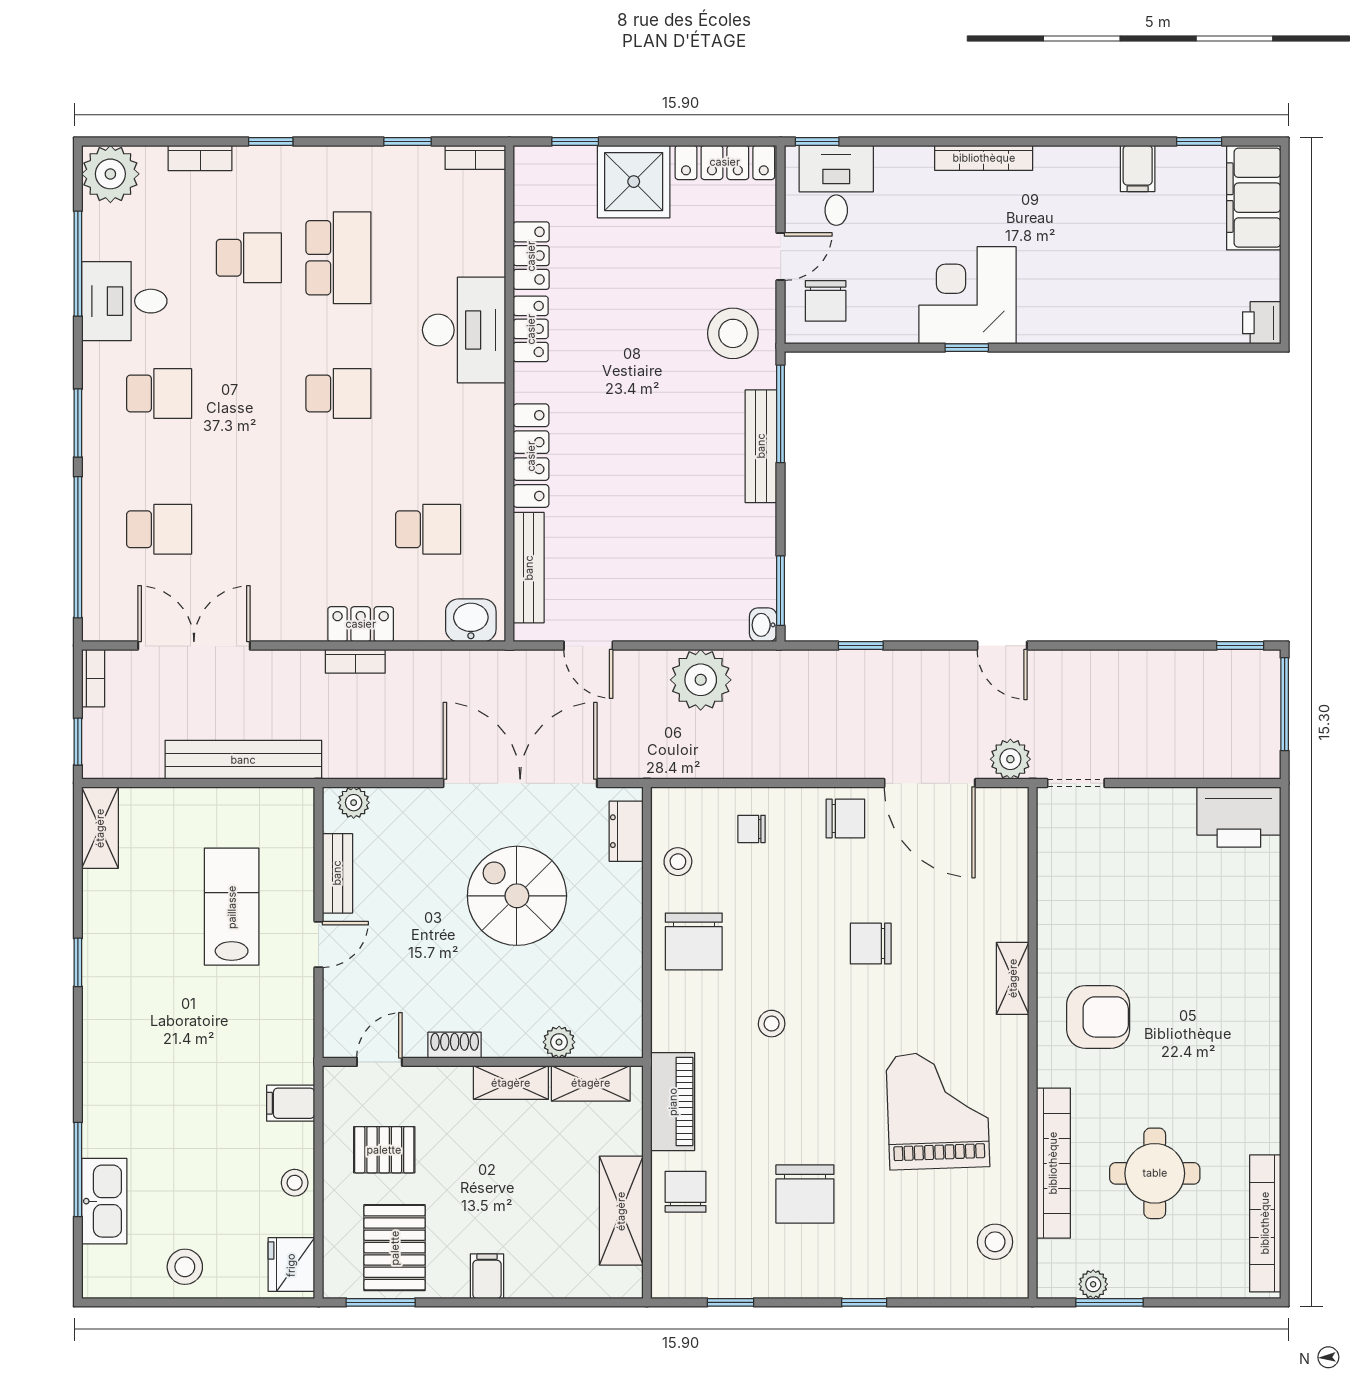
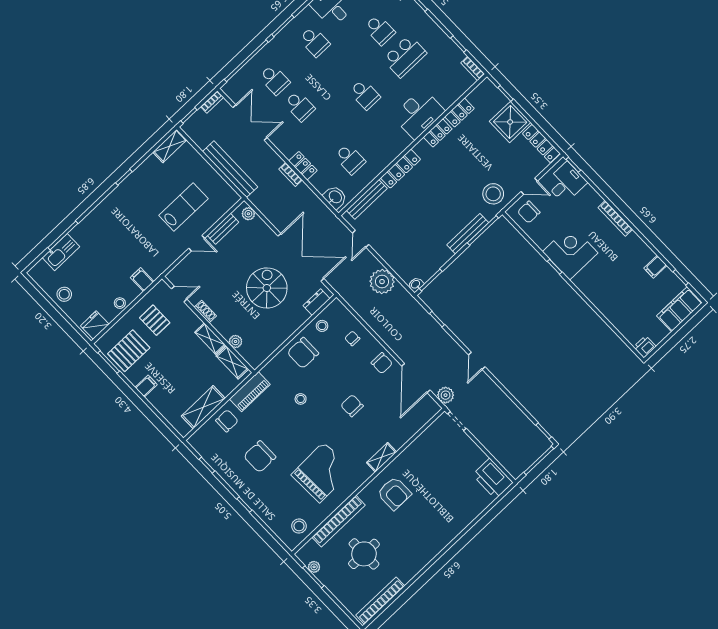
school desk: (249, 529) -> (300, 106), added

